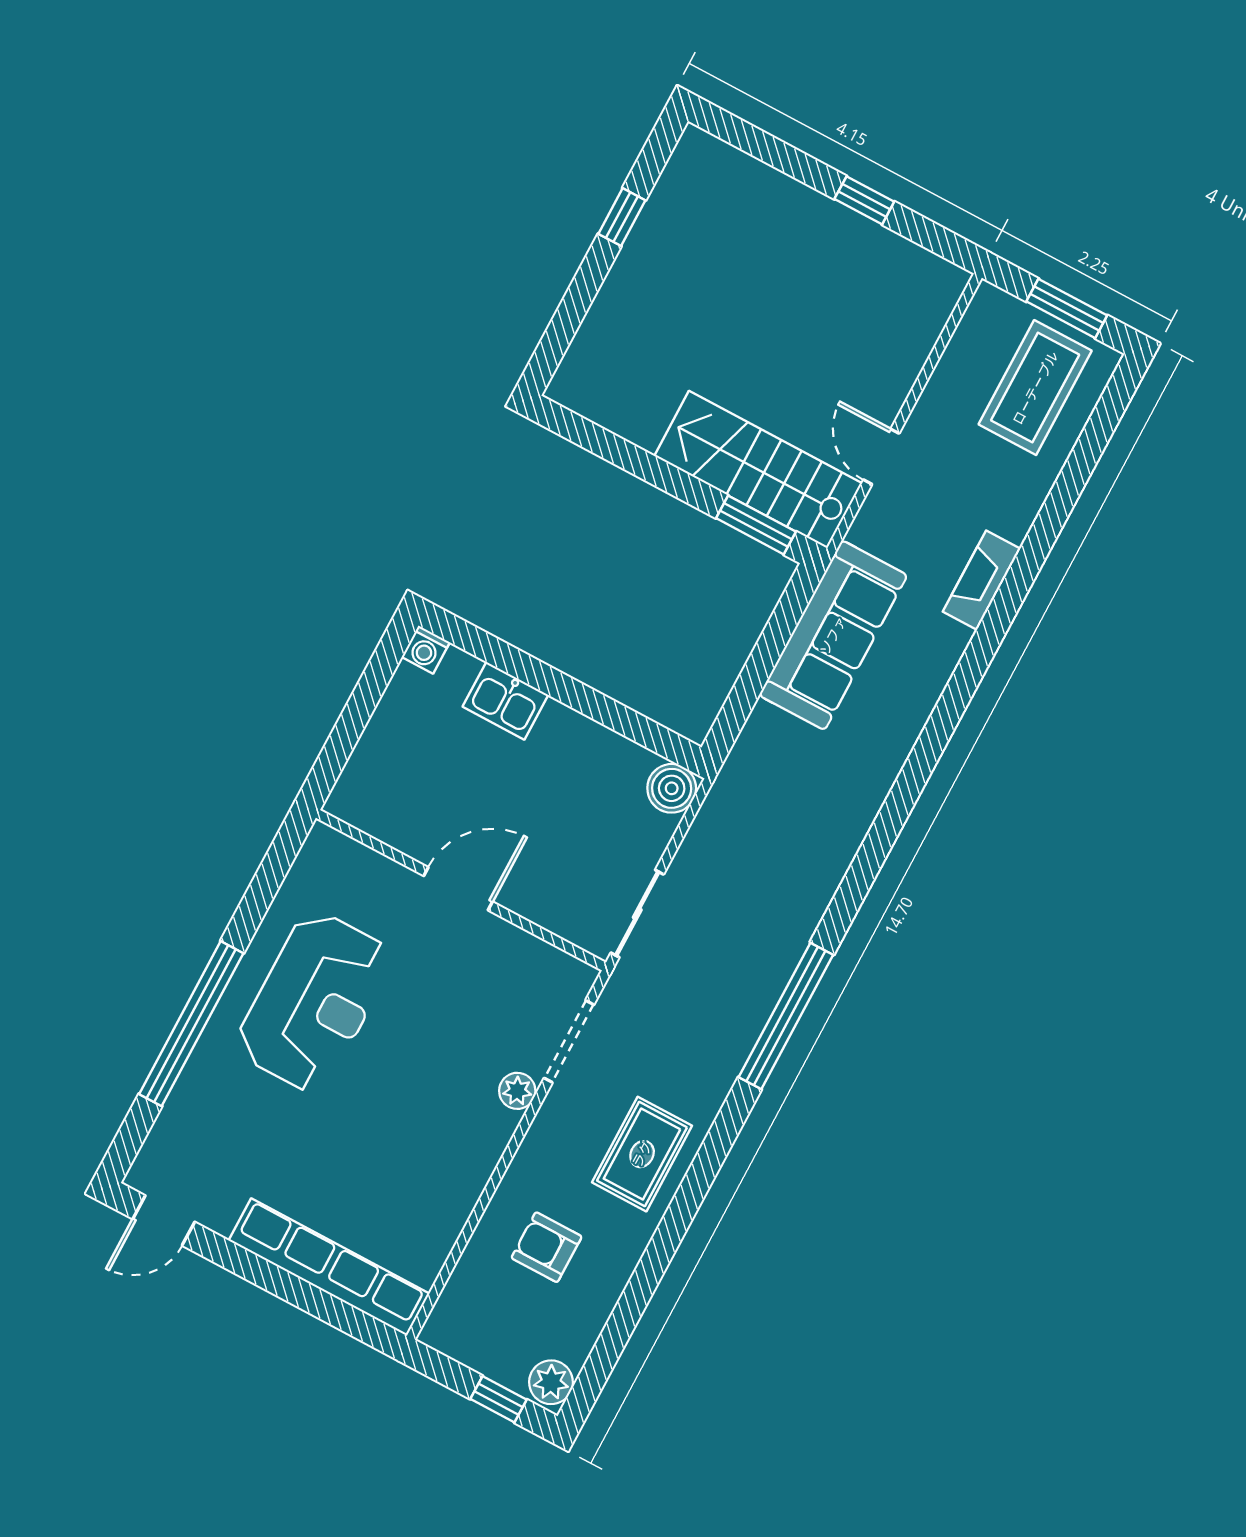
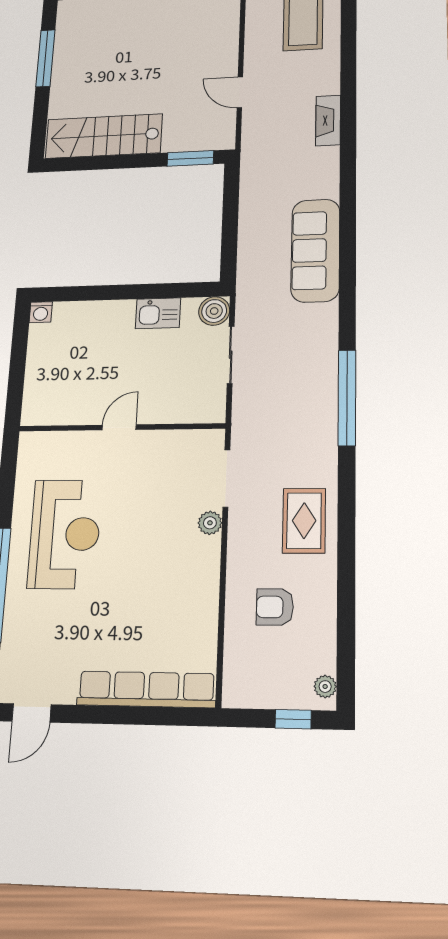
window: (622, 217) -> (45, 58), width x2.17
stairs: (758, 470) -> (104, 136), moved
sofa: (833, 635) -> (315, 250), moved, turned 180
kitchen sink: (505, 701) -> (158, 313), moved
door: (458, 889) -> (119, 427), width x0.73
sliding door: (637, 914) -> (231, 355), moved
plant: (551, 1382) -> (325, 686), width x0.73, depth x0.73

